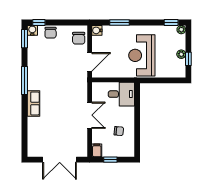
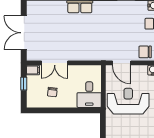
reception desk: (142, 55) -> (128, 101), moved
double door: (90, 115) -> (55, 63), moved

